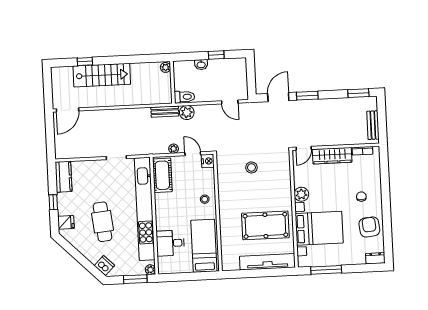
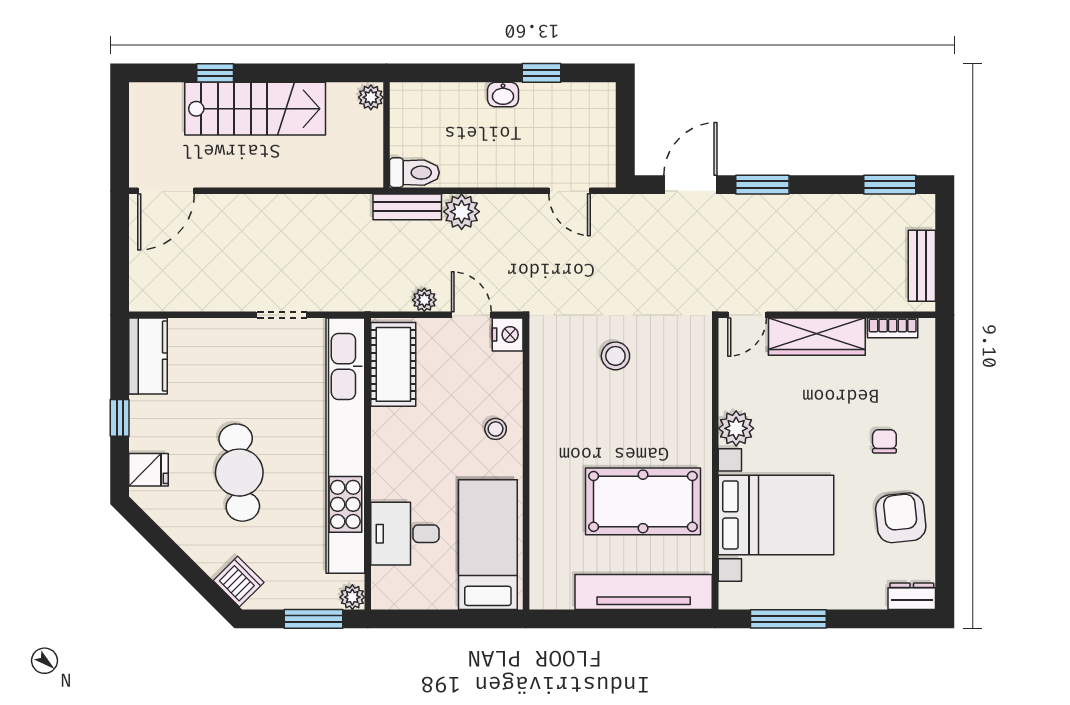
plant: (165, 67) -> (371, 97), moved
wall: (173, 82) -> (386, 135), moved
toilet: (184, 97) -> (414, 173), moved

